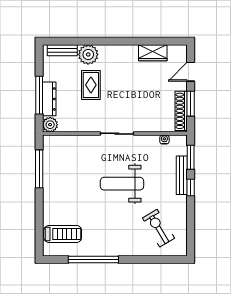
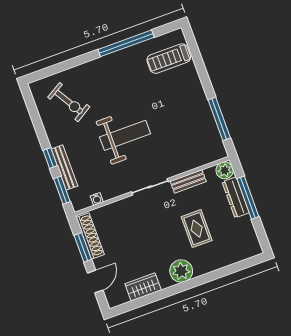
bench: (62, 50) -> (188, 181), moved
plant: (88, 54) -> (181, 271), moved

